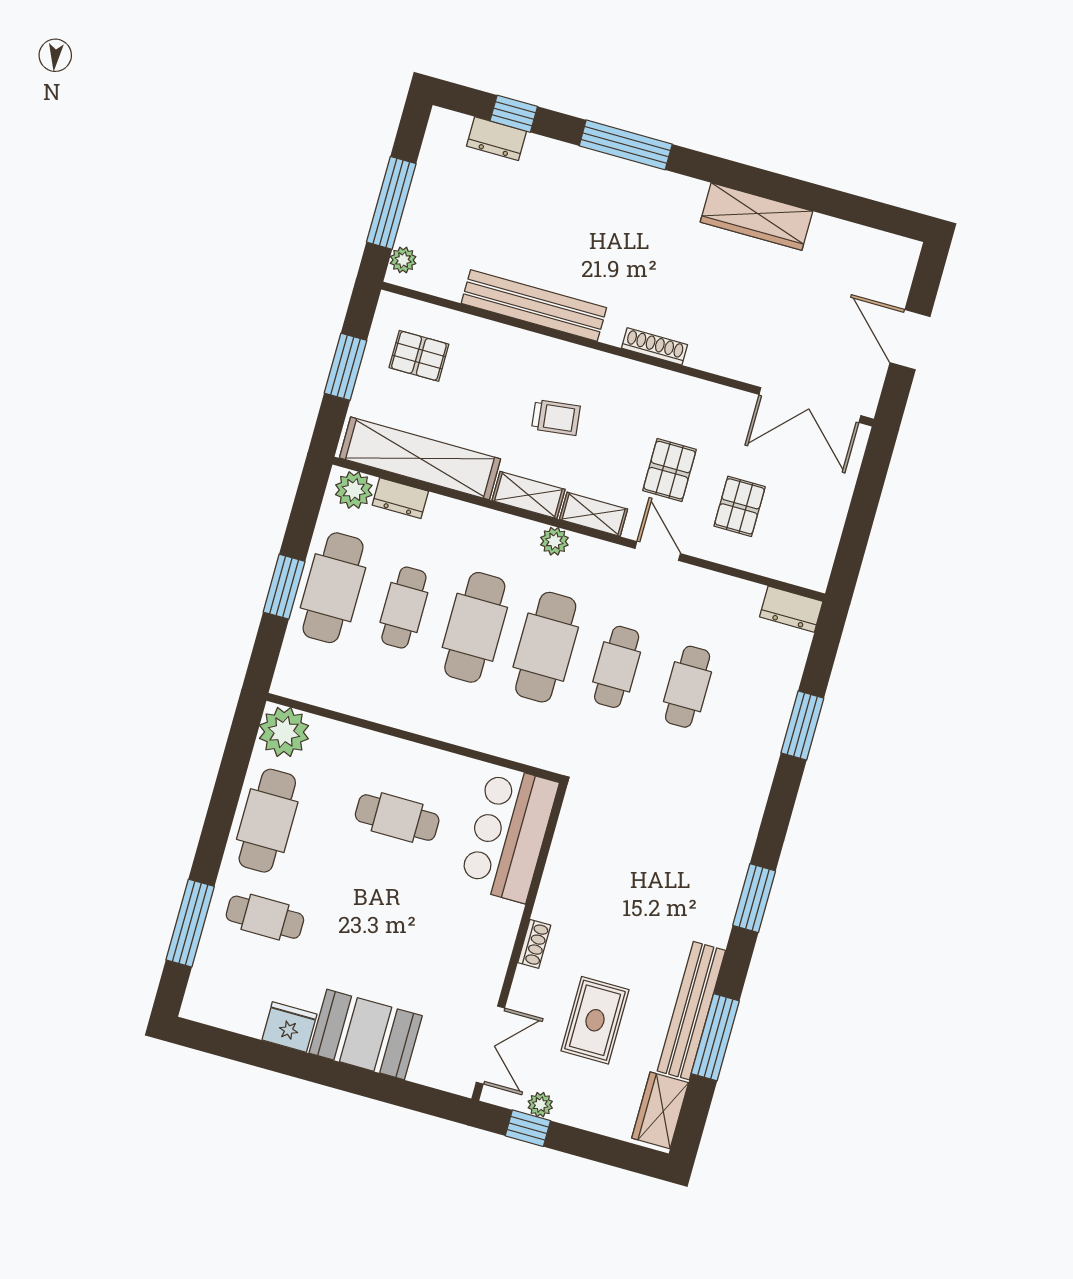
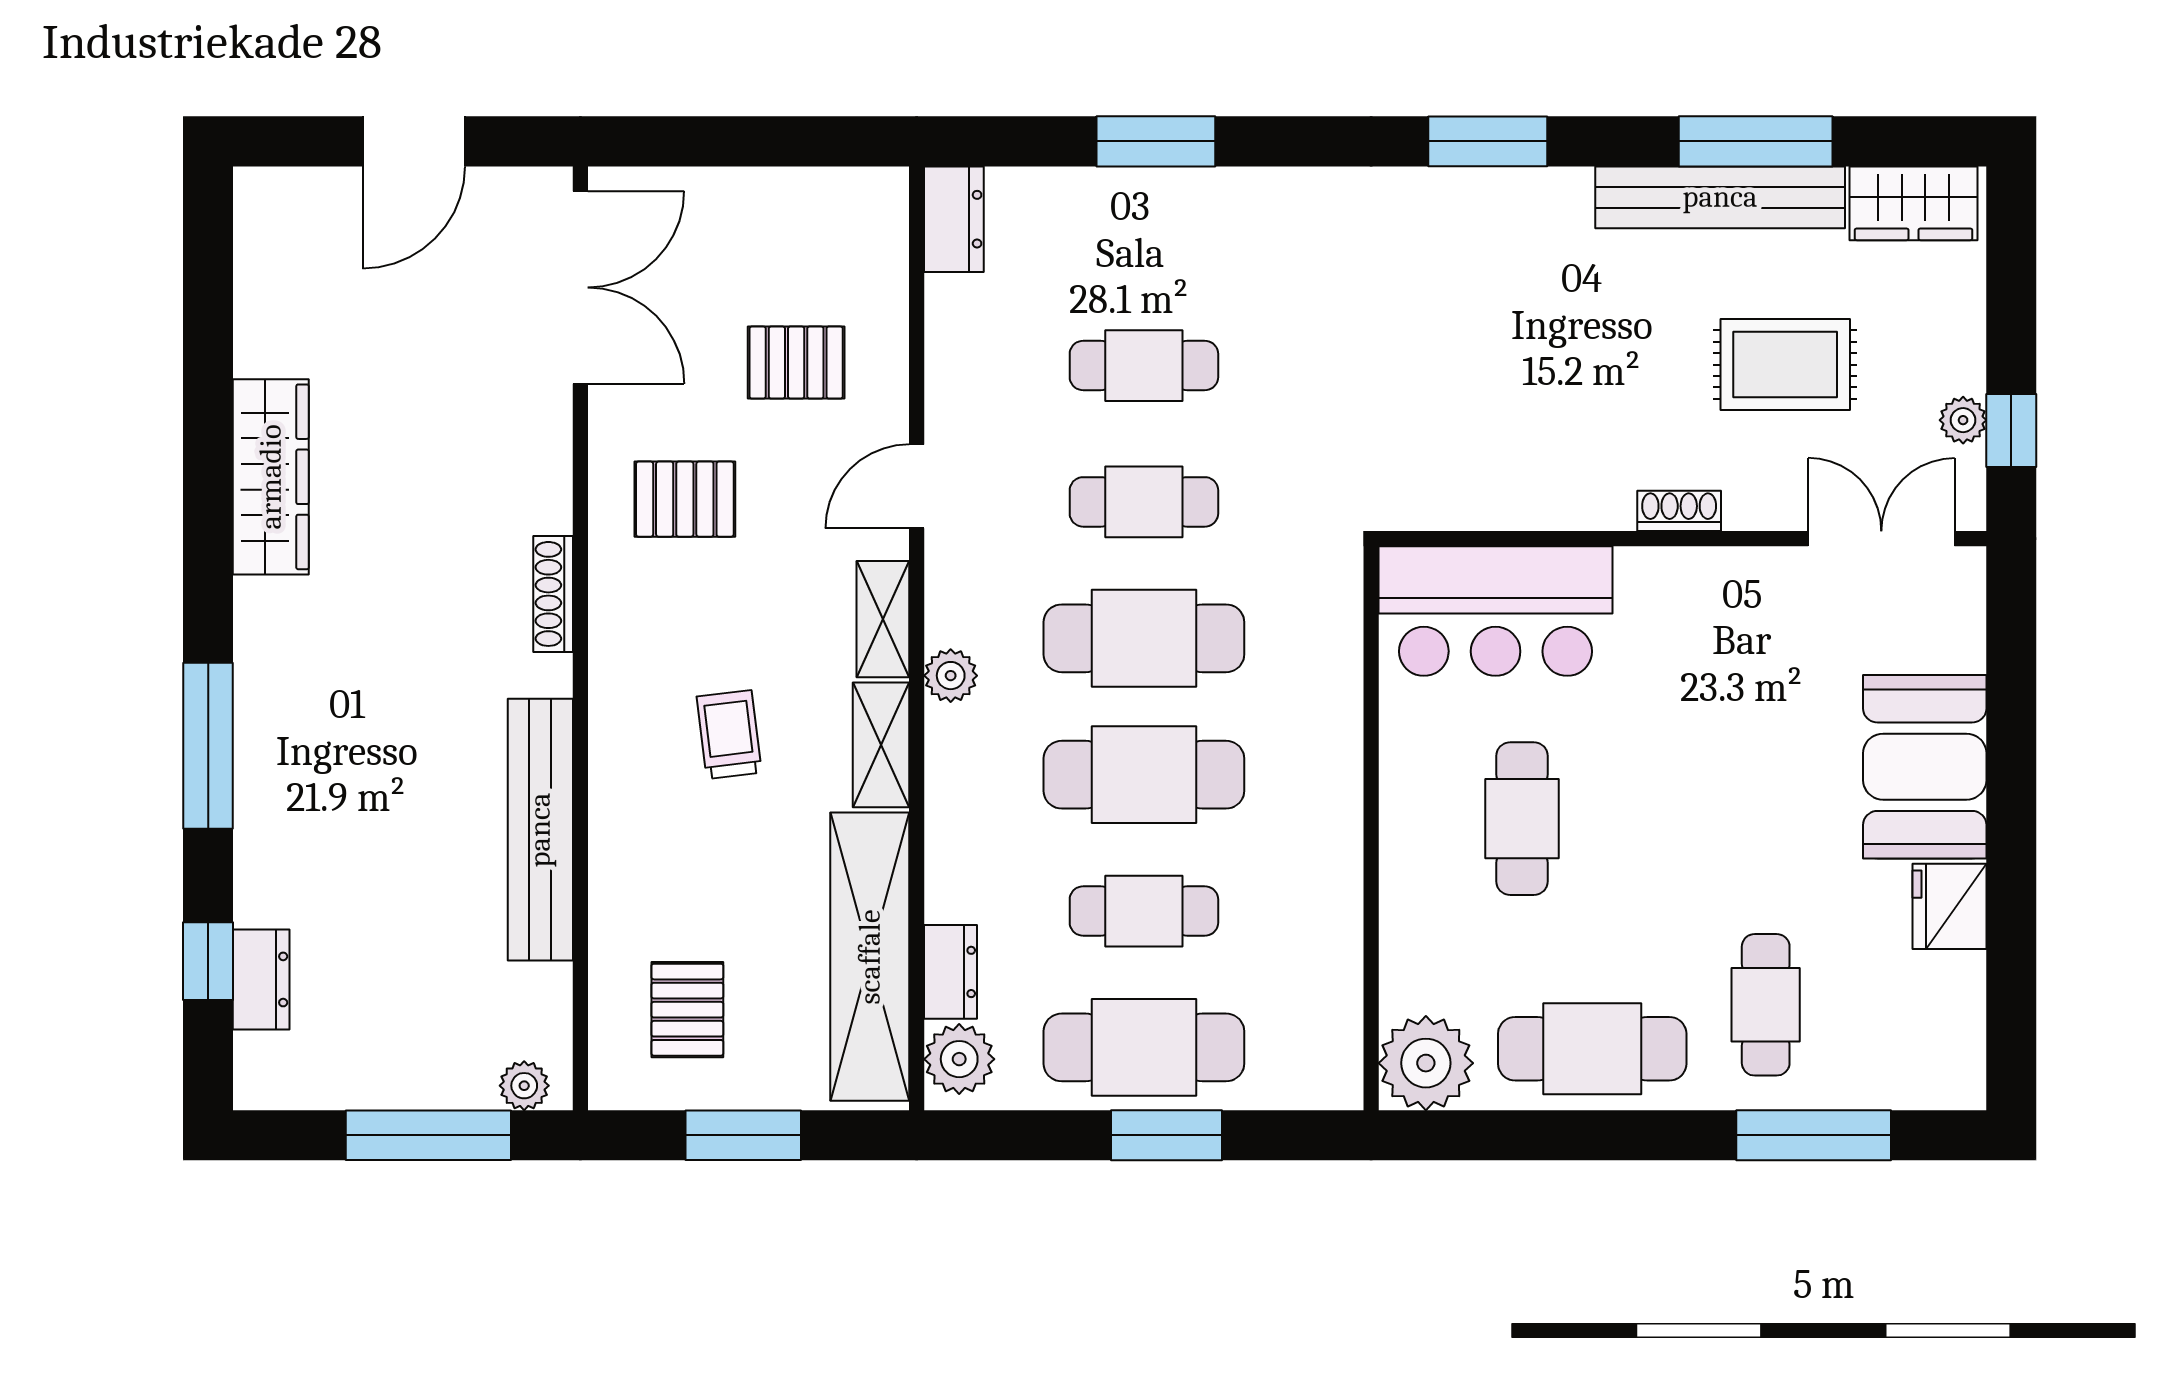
pallet: (670, 470) -> (685, 499), moved

